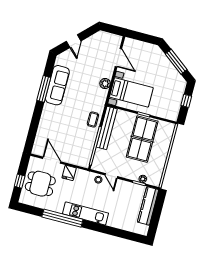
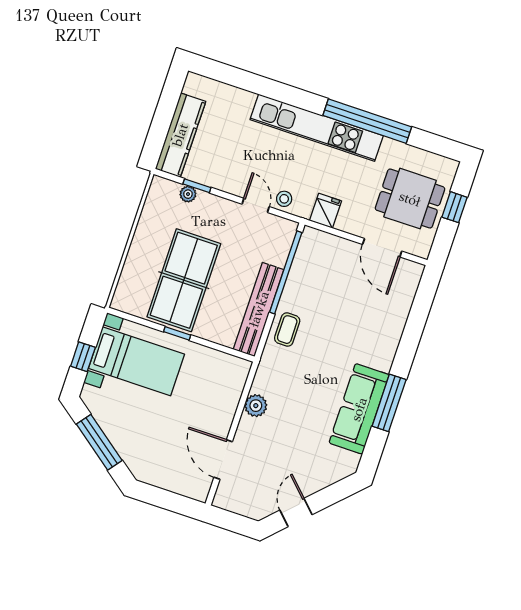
door: (74, 41) -> (296, 512), moved
bed with nightstands: (131, 92) -> (136, 361), moved, turned 180
fridge: (69, 173) -> (326, 211), moved
kitchen unit: (86, 213) -> (317, 128), width x1.36

